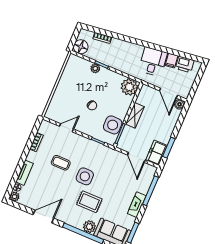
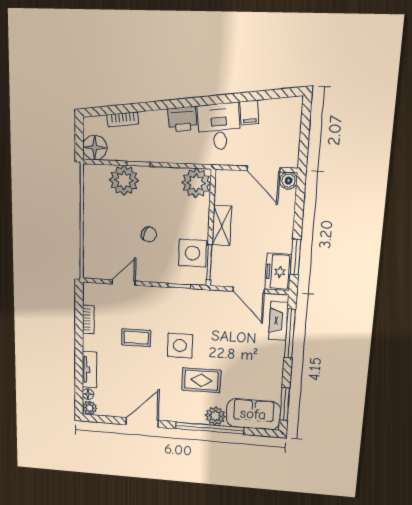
printer: (185, 64) -> (182, 119), moved
plant: (95, 68) -> (124, 180), width x1.88, depth x1.88
fireplace: (137, 205) -> (278, 321), moved

